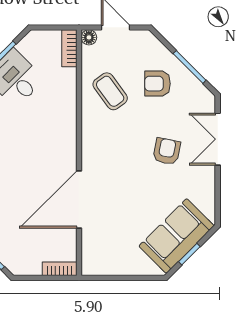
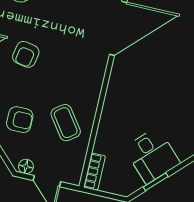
floor lamp: (89, 37) -> (26, 166), moved

